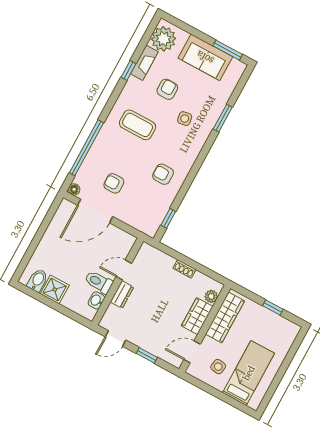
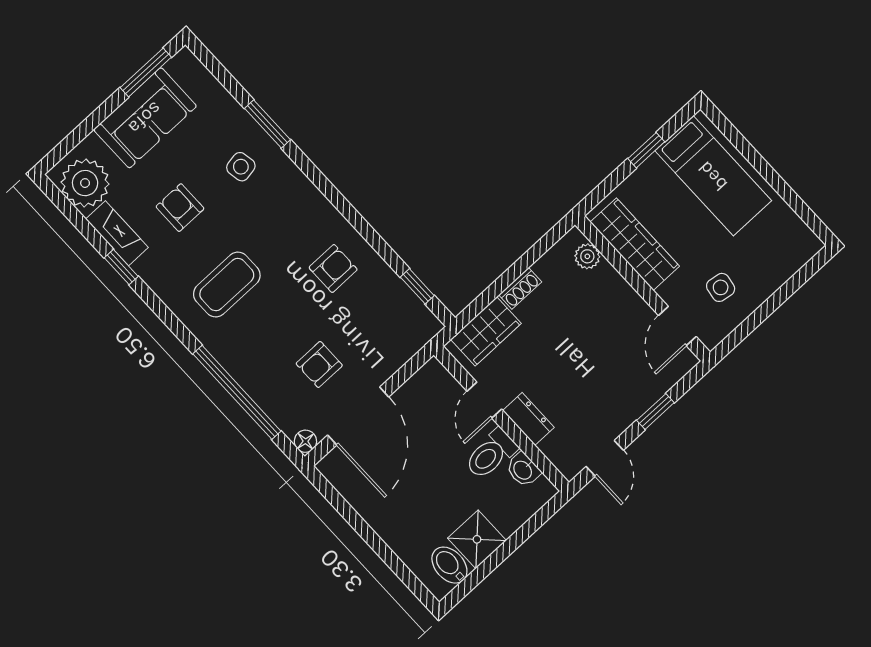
side table: (185, 119) -> (241, 167), moved
armchair: (163, 174) -> (333, 268), turned 180
wardrobe: (197, 316) -> (486, 331), moved, turned -90
bed: (249, 373) -> (713, 176), moved, turned 180

